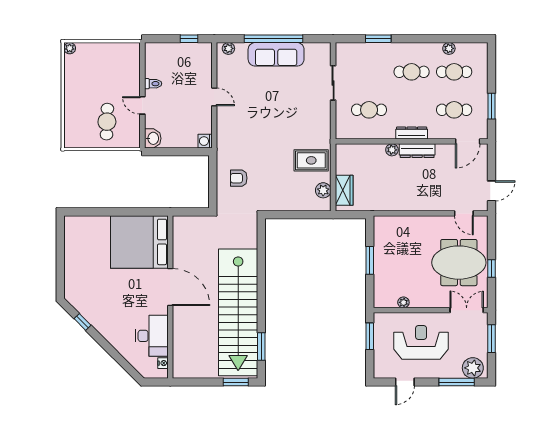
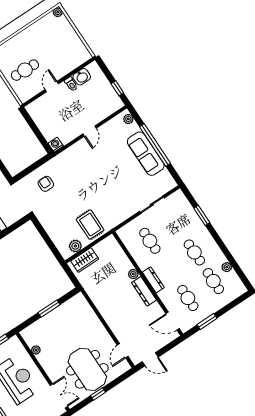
washbasin: (153, 138) -> (82, 77), moved

